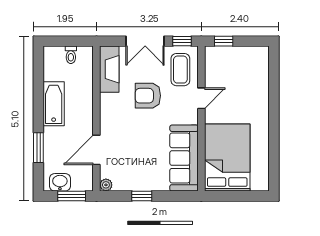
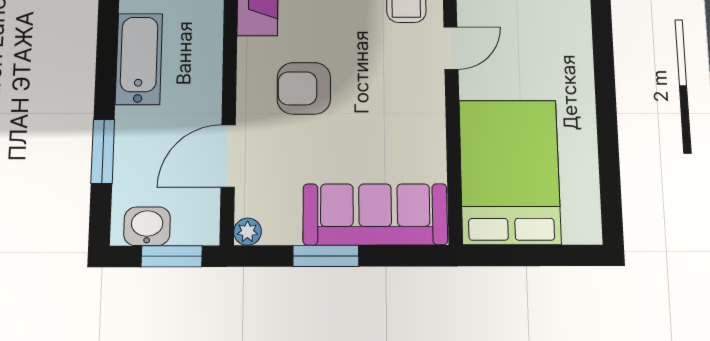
armchair: (148, 96) -> (304, 88), moved
sofa: (184, 158) -> (375, 214), moved, turned 90
window: (142, 196) -> (326, 256), width x1.50

